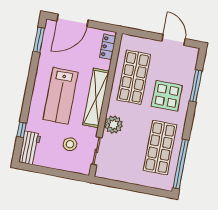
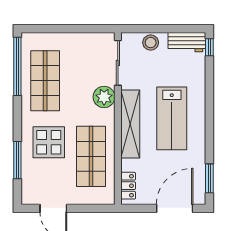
lab bench: (61, 96) -> (172, 118), turned 180
window: (22, 130) -> (209, 47), moved
stool: (70, 144) -> (151, 43), moved
workbench: (30, 148) -> (187, 42), moved, turned -90
sliding door: (96, 151) -> (118, 63), width x1.37

